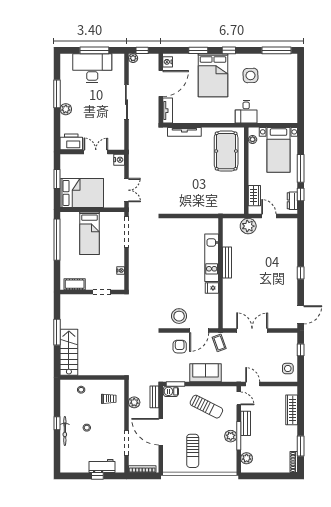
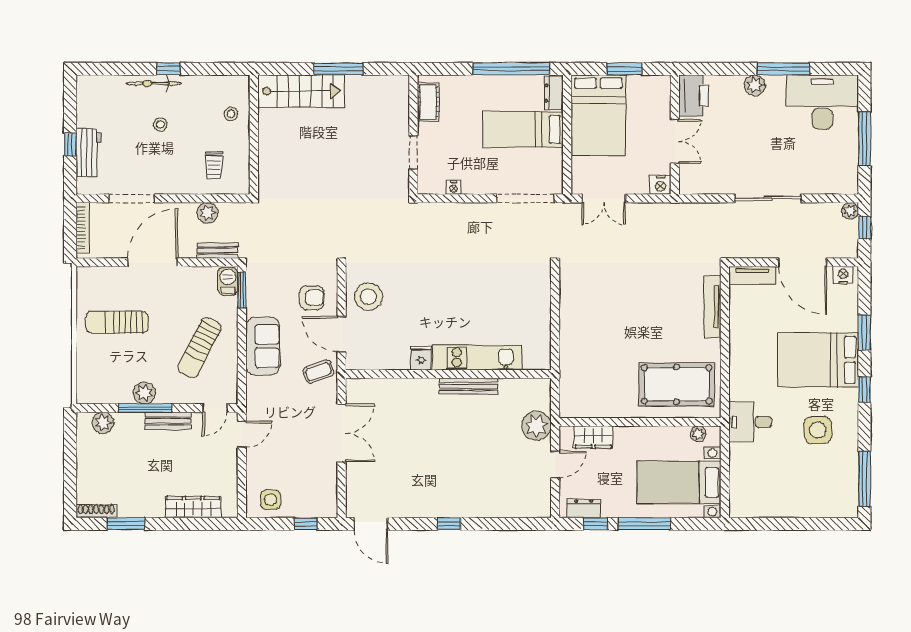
desk: (92, 68) -> (822, 102), moved, turned -90
dresser: (70, 217) -> (554, 93), added

